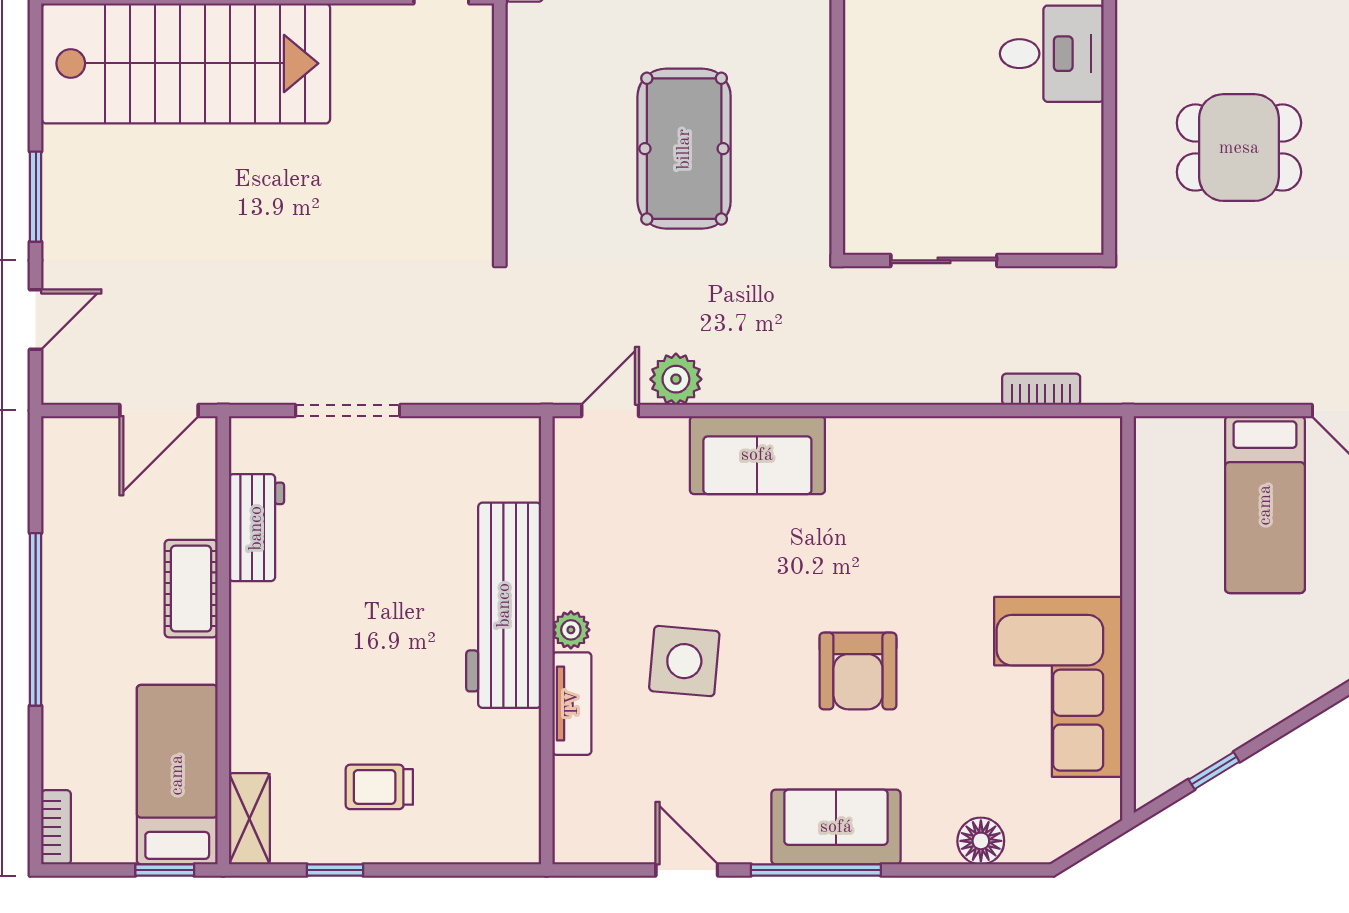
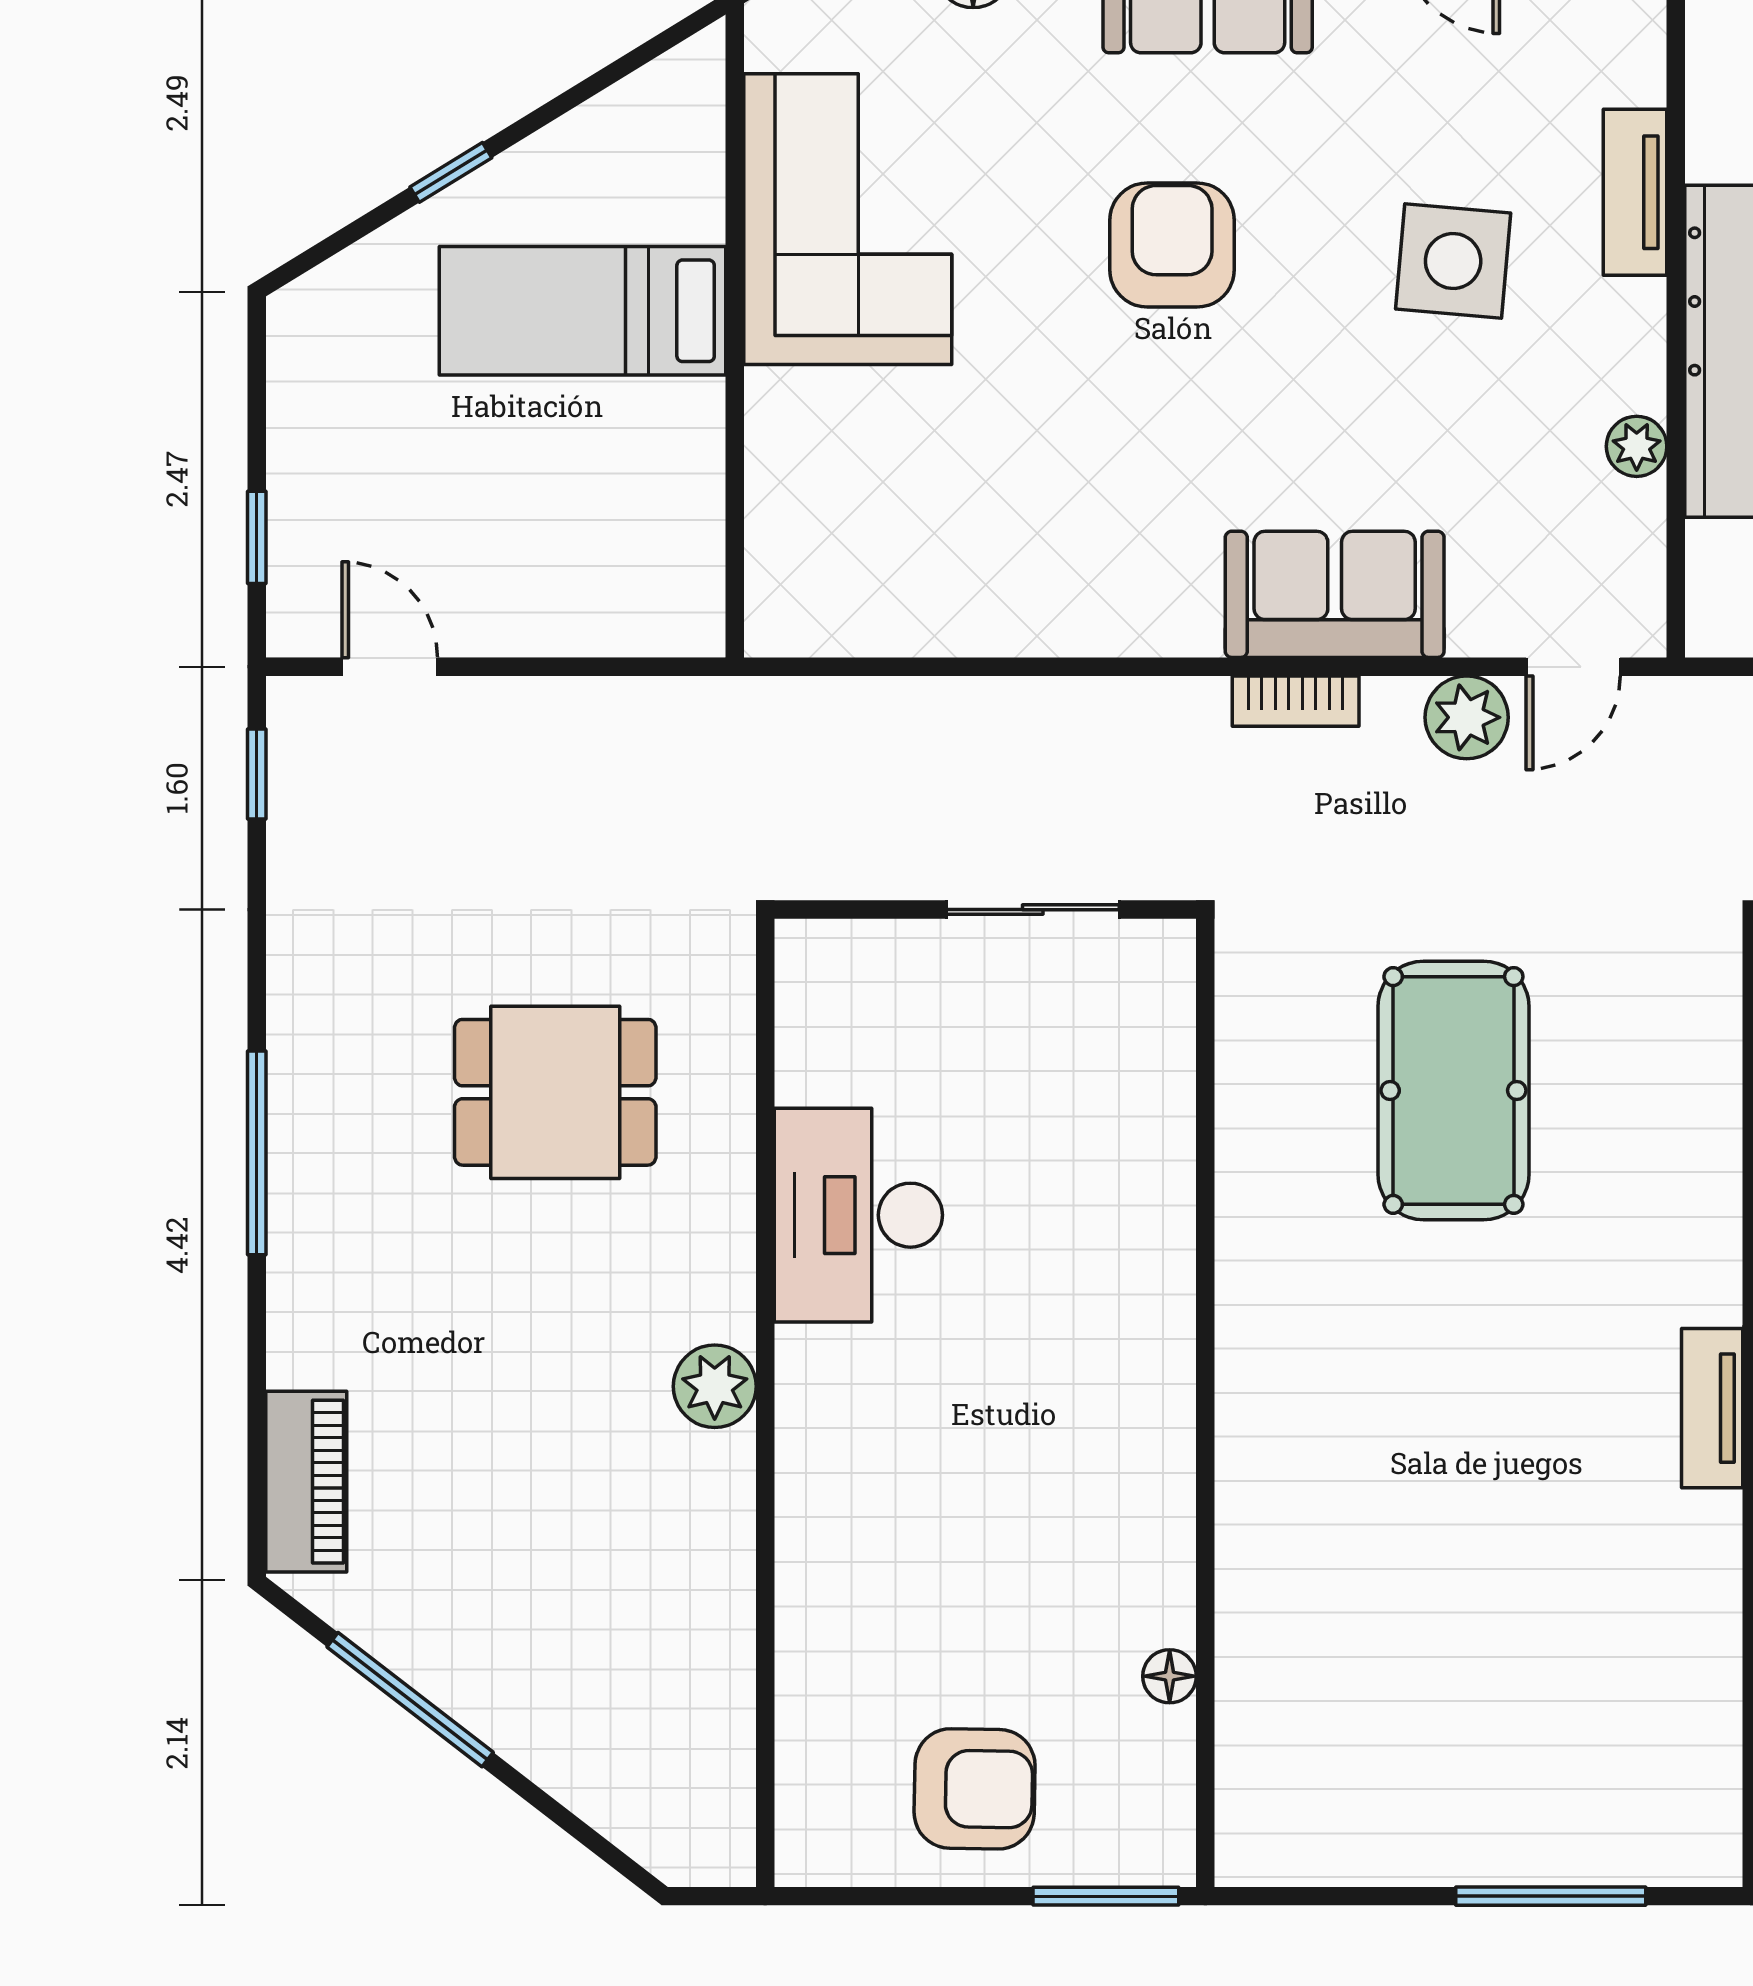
desk: (1052, 54) -> (858, 1215), width x1.37
bookcase: (1041, 389) -> (1296, 701), moved
bed: (1265, 505) -> (582, 311), moved, turned -90
plant: (571, 630) -> (1637, 446), moved
window: (1214, 771) -> (451, 172), moved

